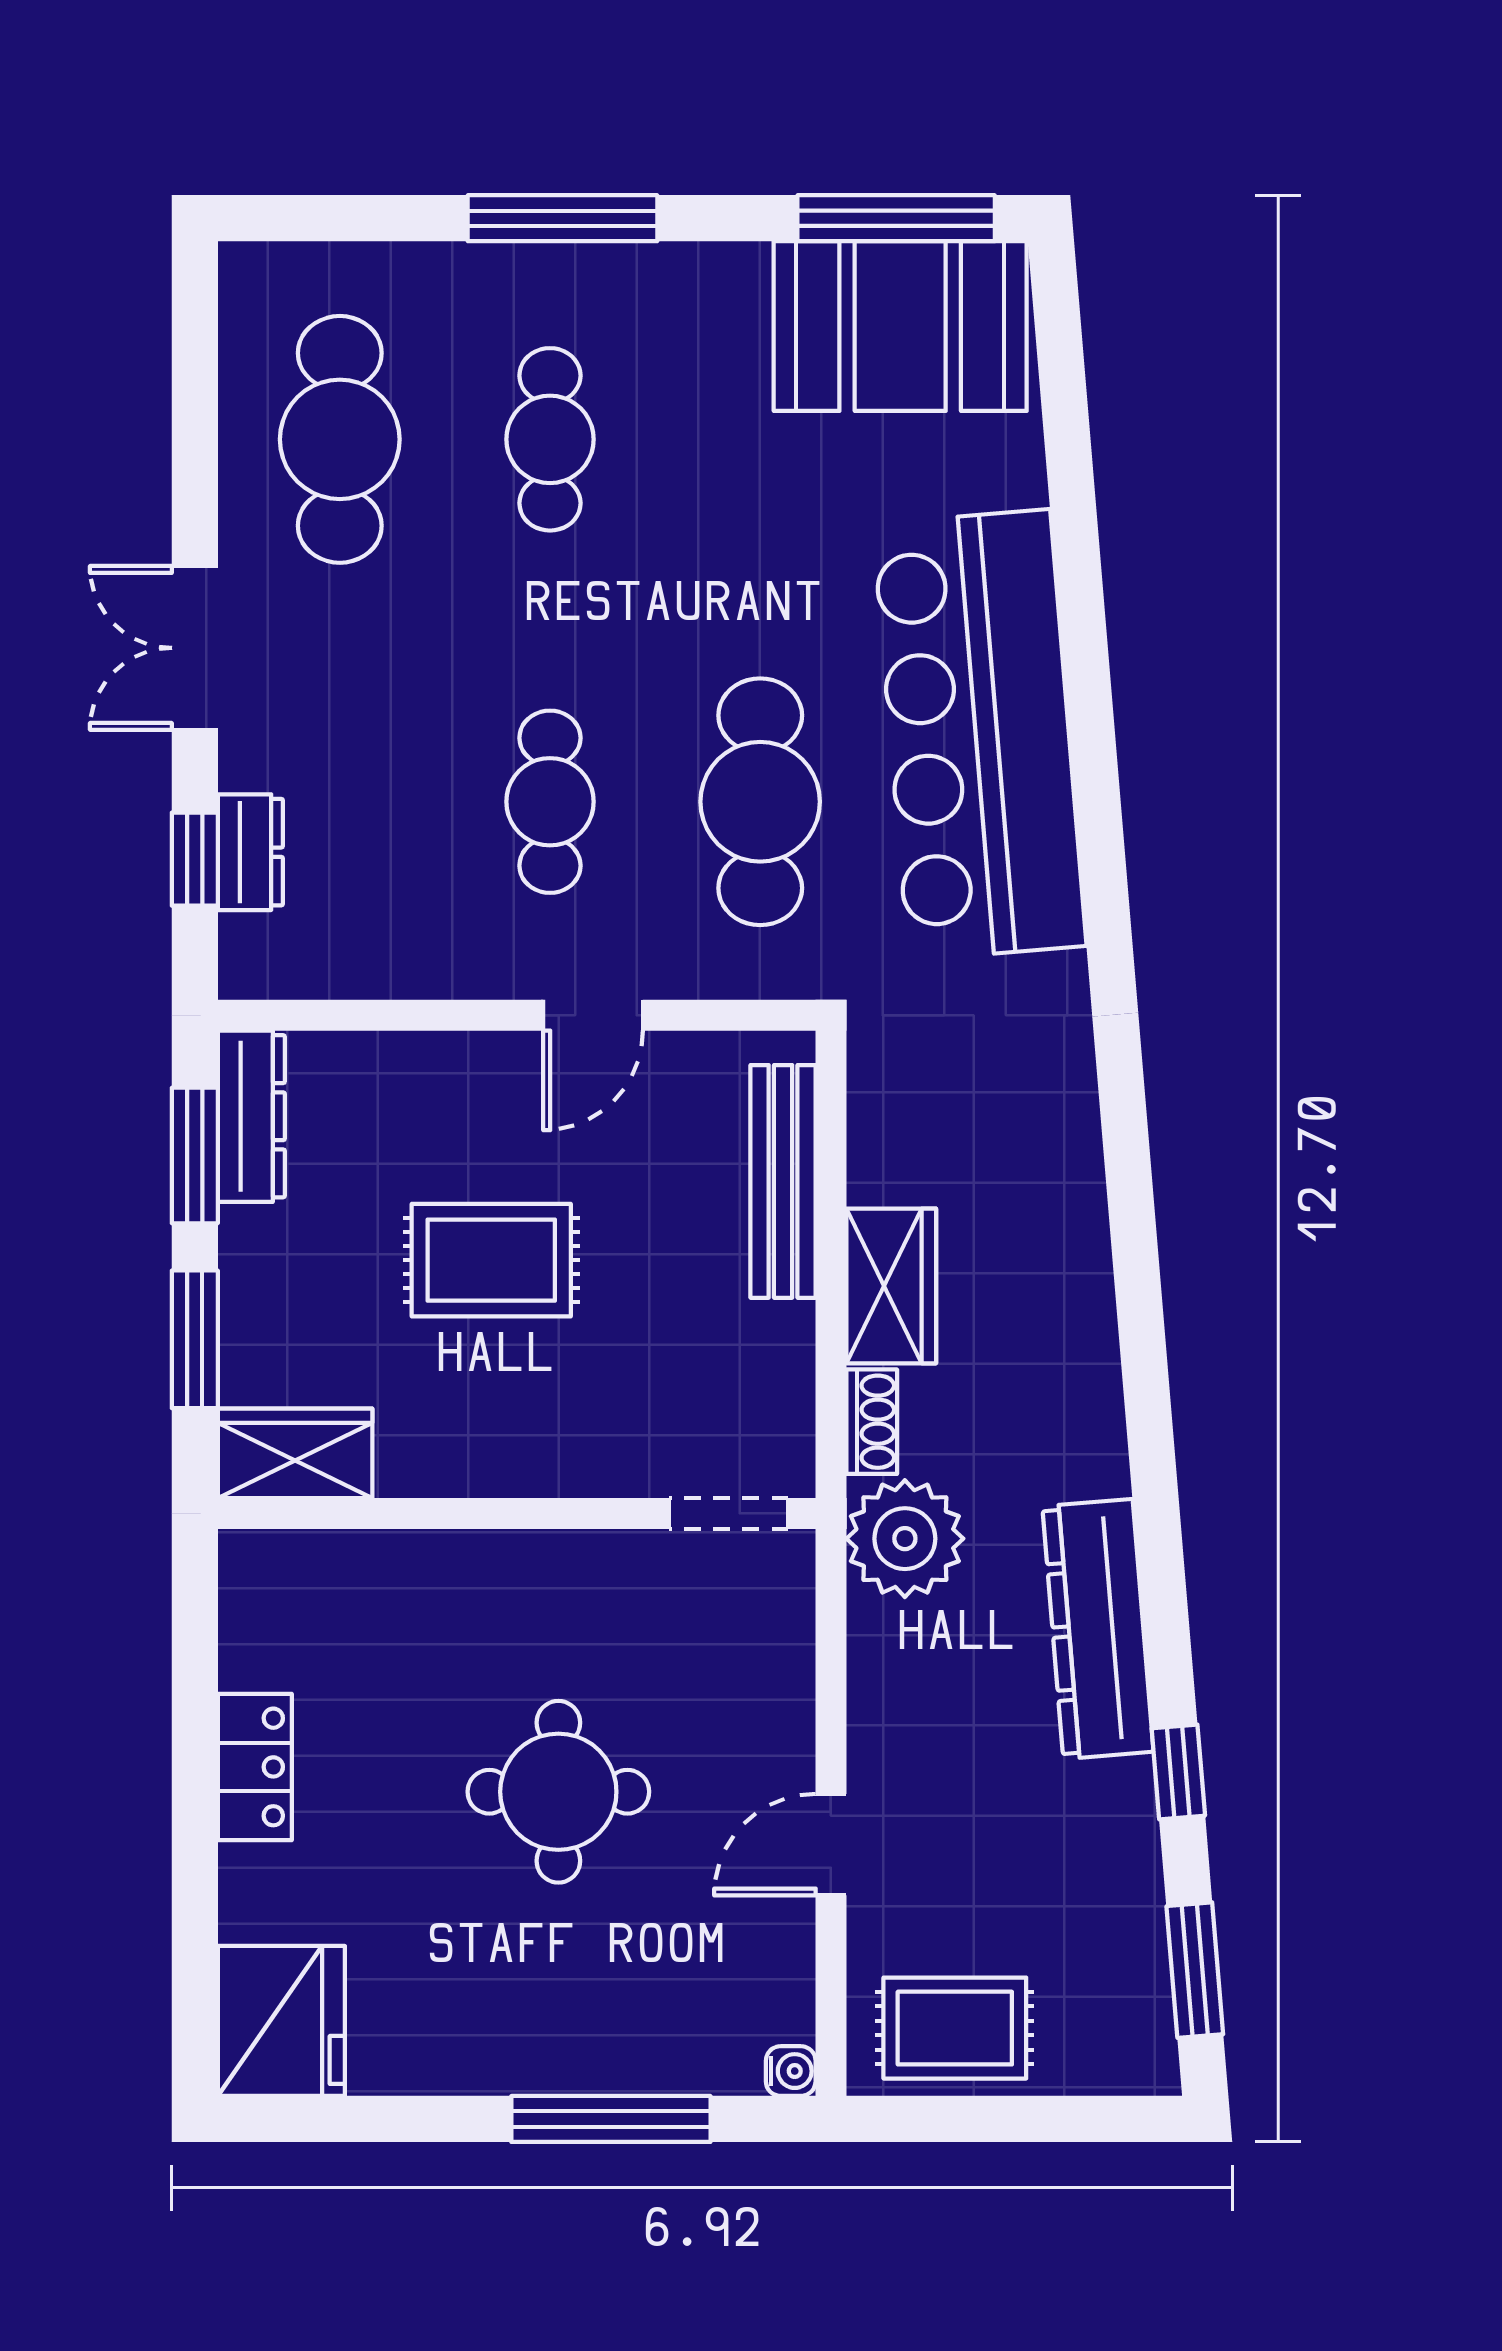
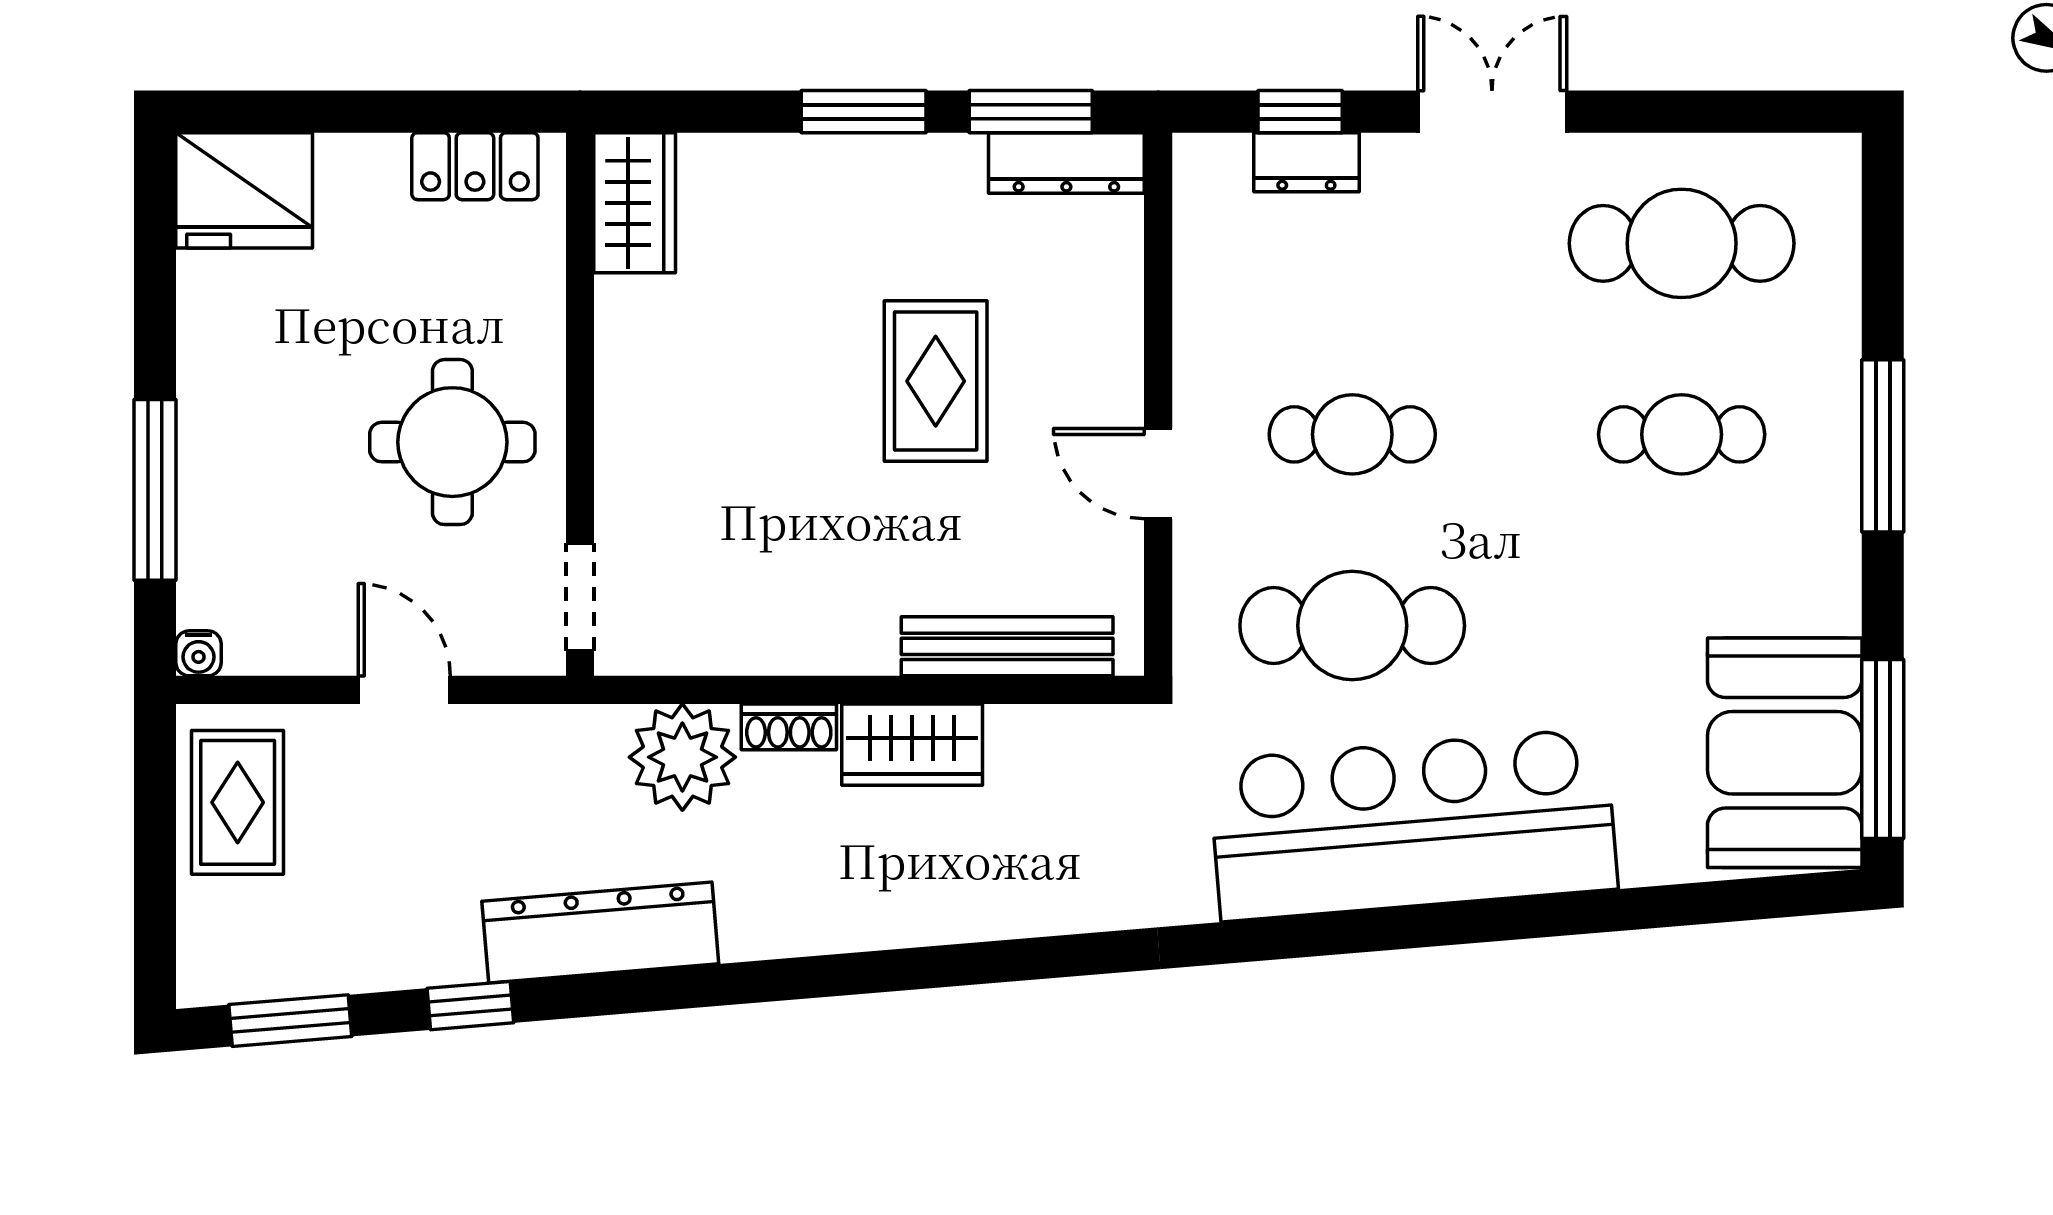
wardrobe: (295, 1453) -> (635, 203), moved
wall: (517, 1513) -> (580, 404), moved
doorway: (729, 1513) -> (580, 597), moved

